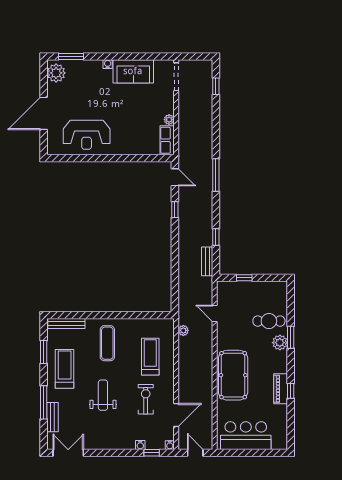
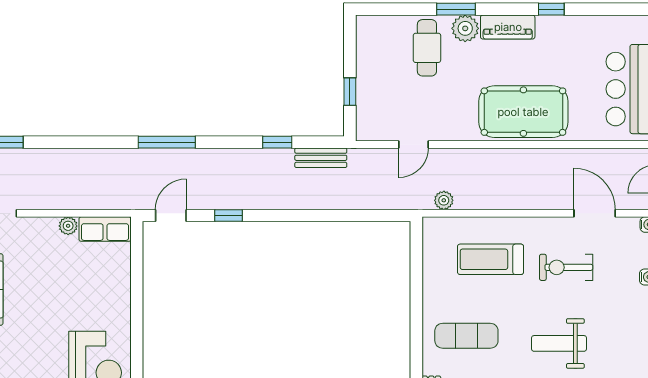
piano: (281, 389) -> (508, 27), moved

